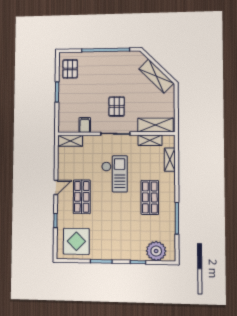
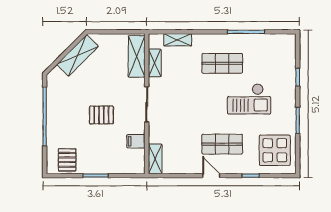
pallet: (70, 69) -> (67, 160), turned 90
pallet: (117, 107) -> (101, 115), moved
checkout: (114, 174) -> (249, 99), moved, turned 180
plant: (156, 251) -> (284, 56), removed

